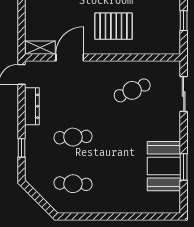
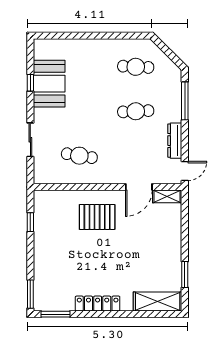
cafe table: (132, 90) -> (79, 156), turned 33
sliding door: (184, 94) -> (30, 140), moved
window: (22, 148) -> (185, 101), width x2.17
window: (184, 167) -> (30, 83), width x0.67

